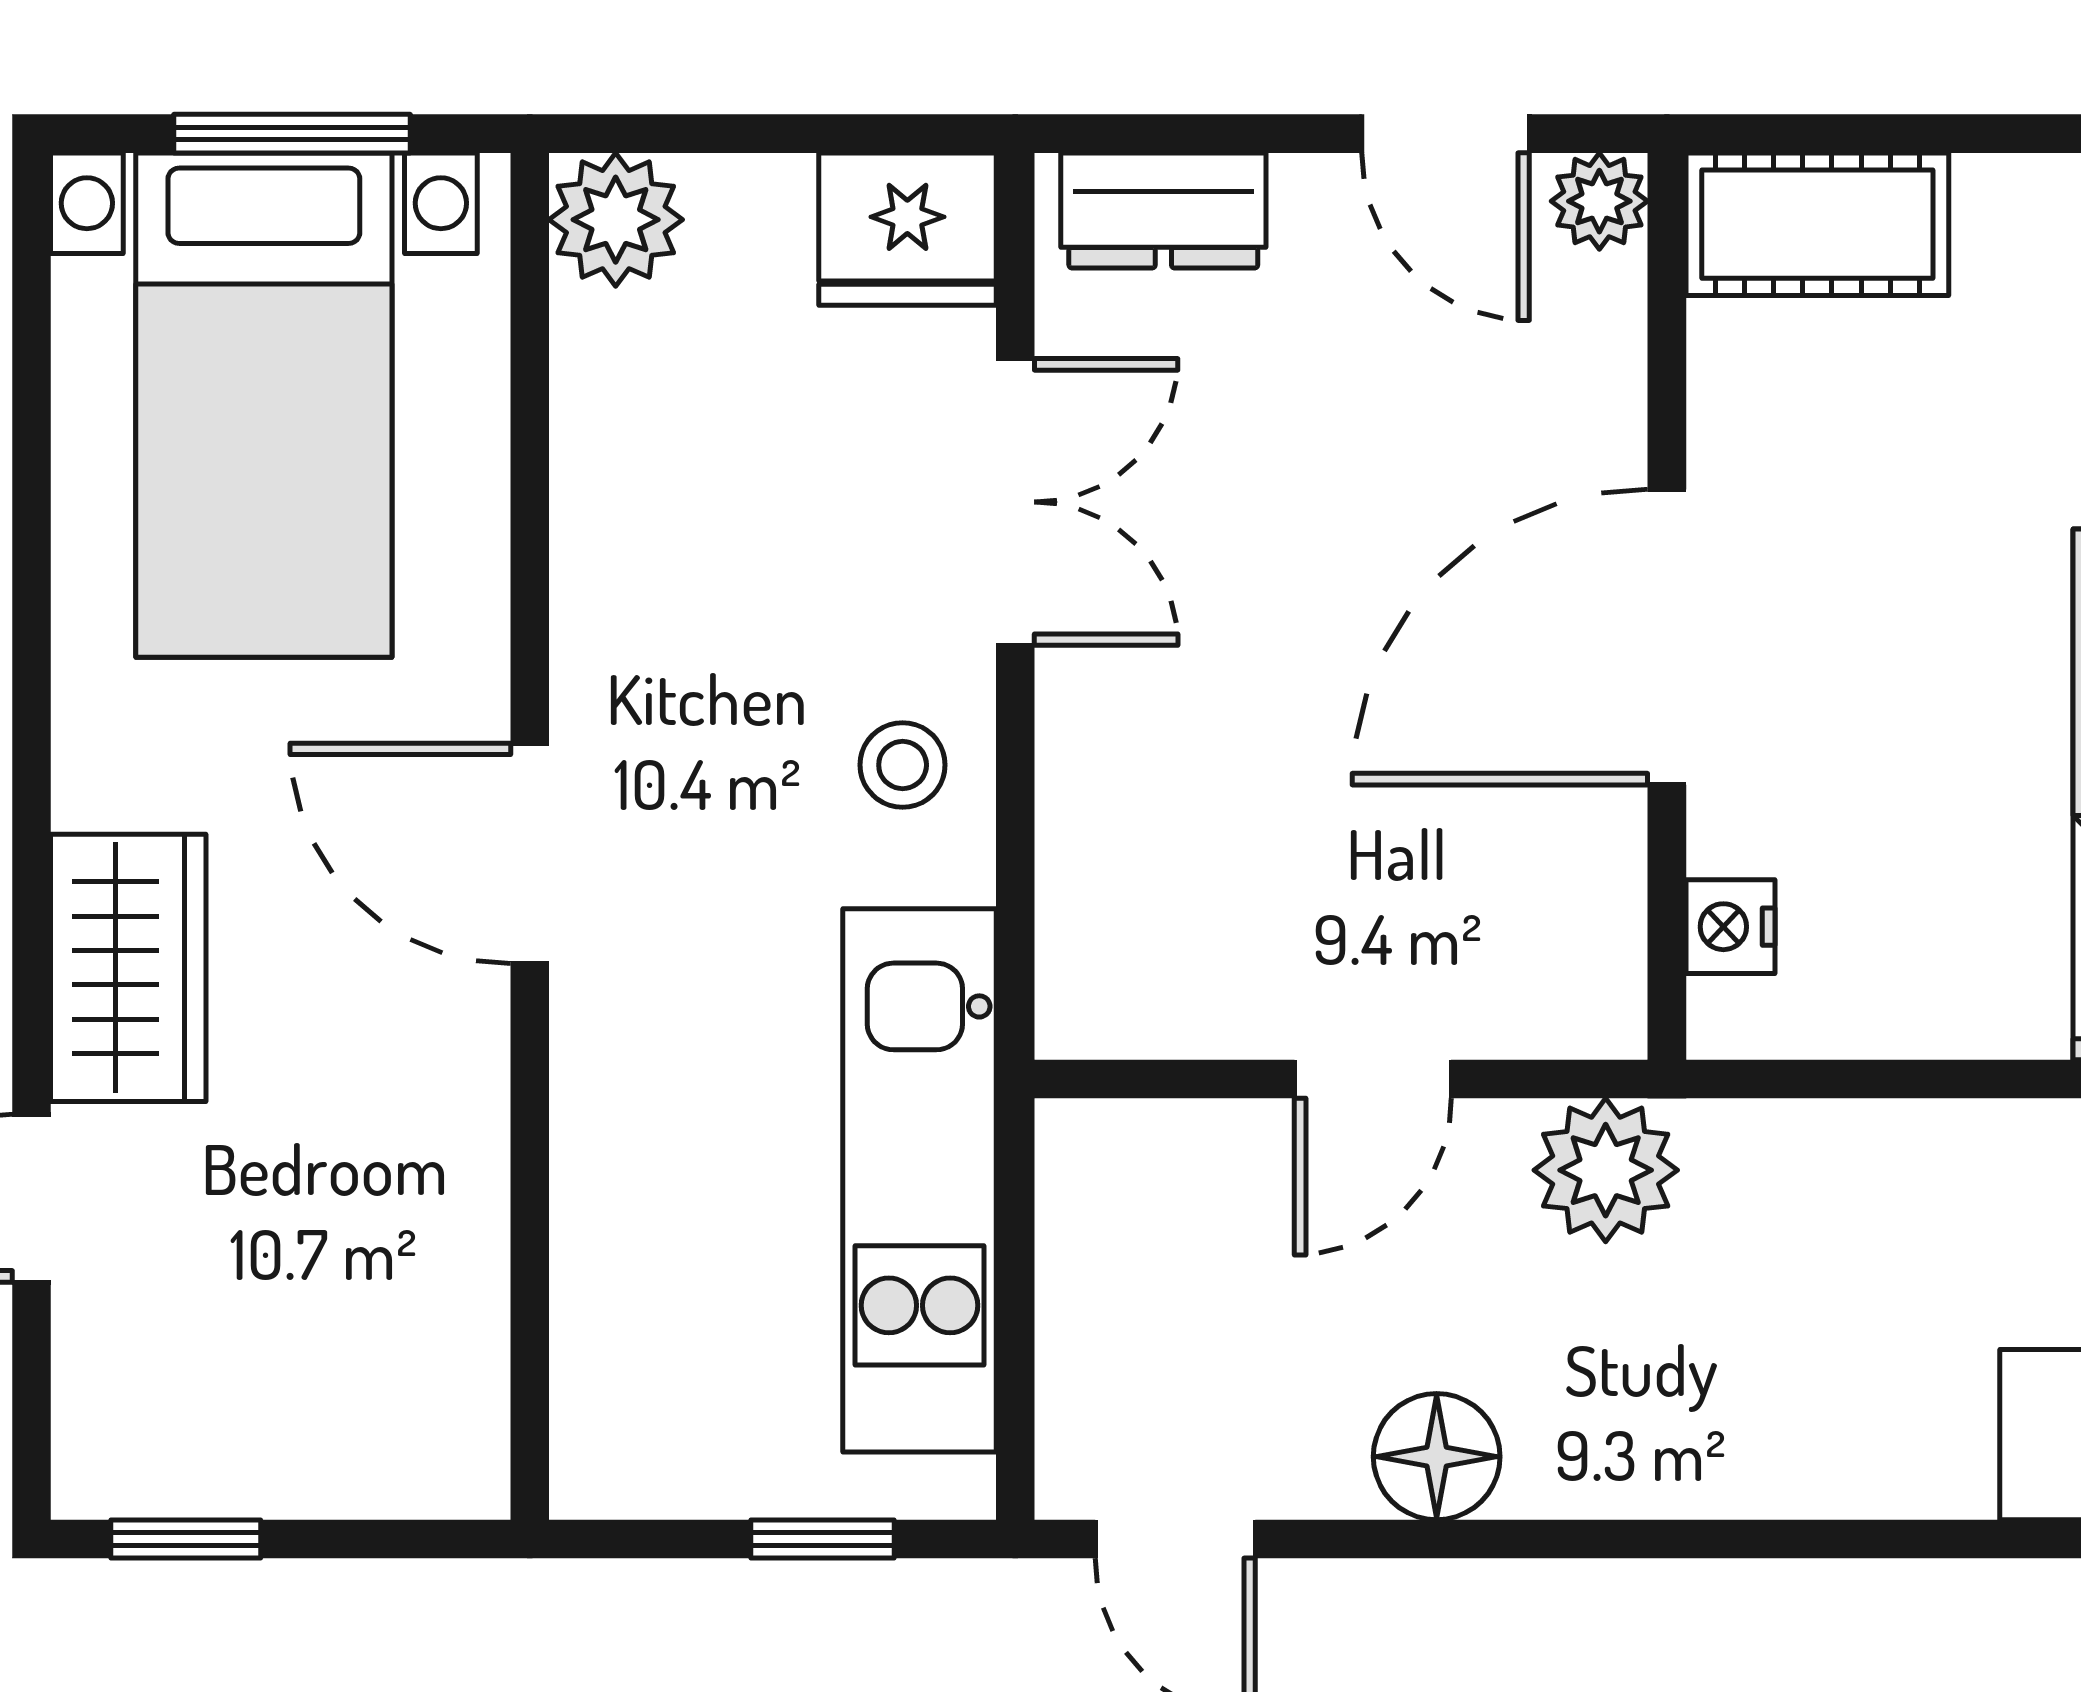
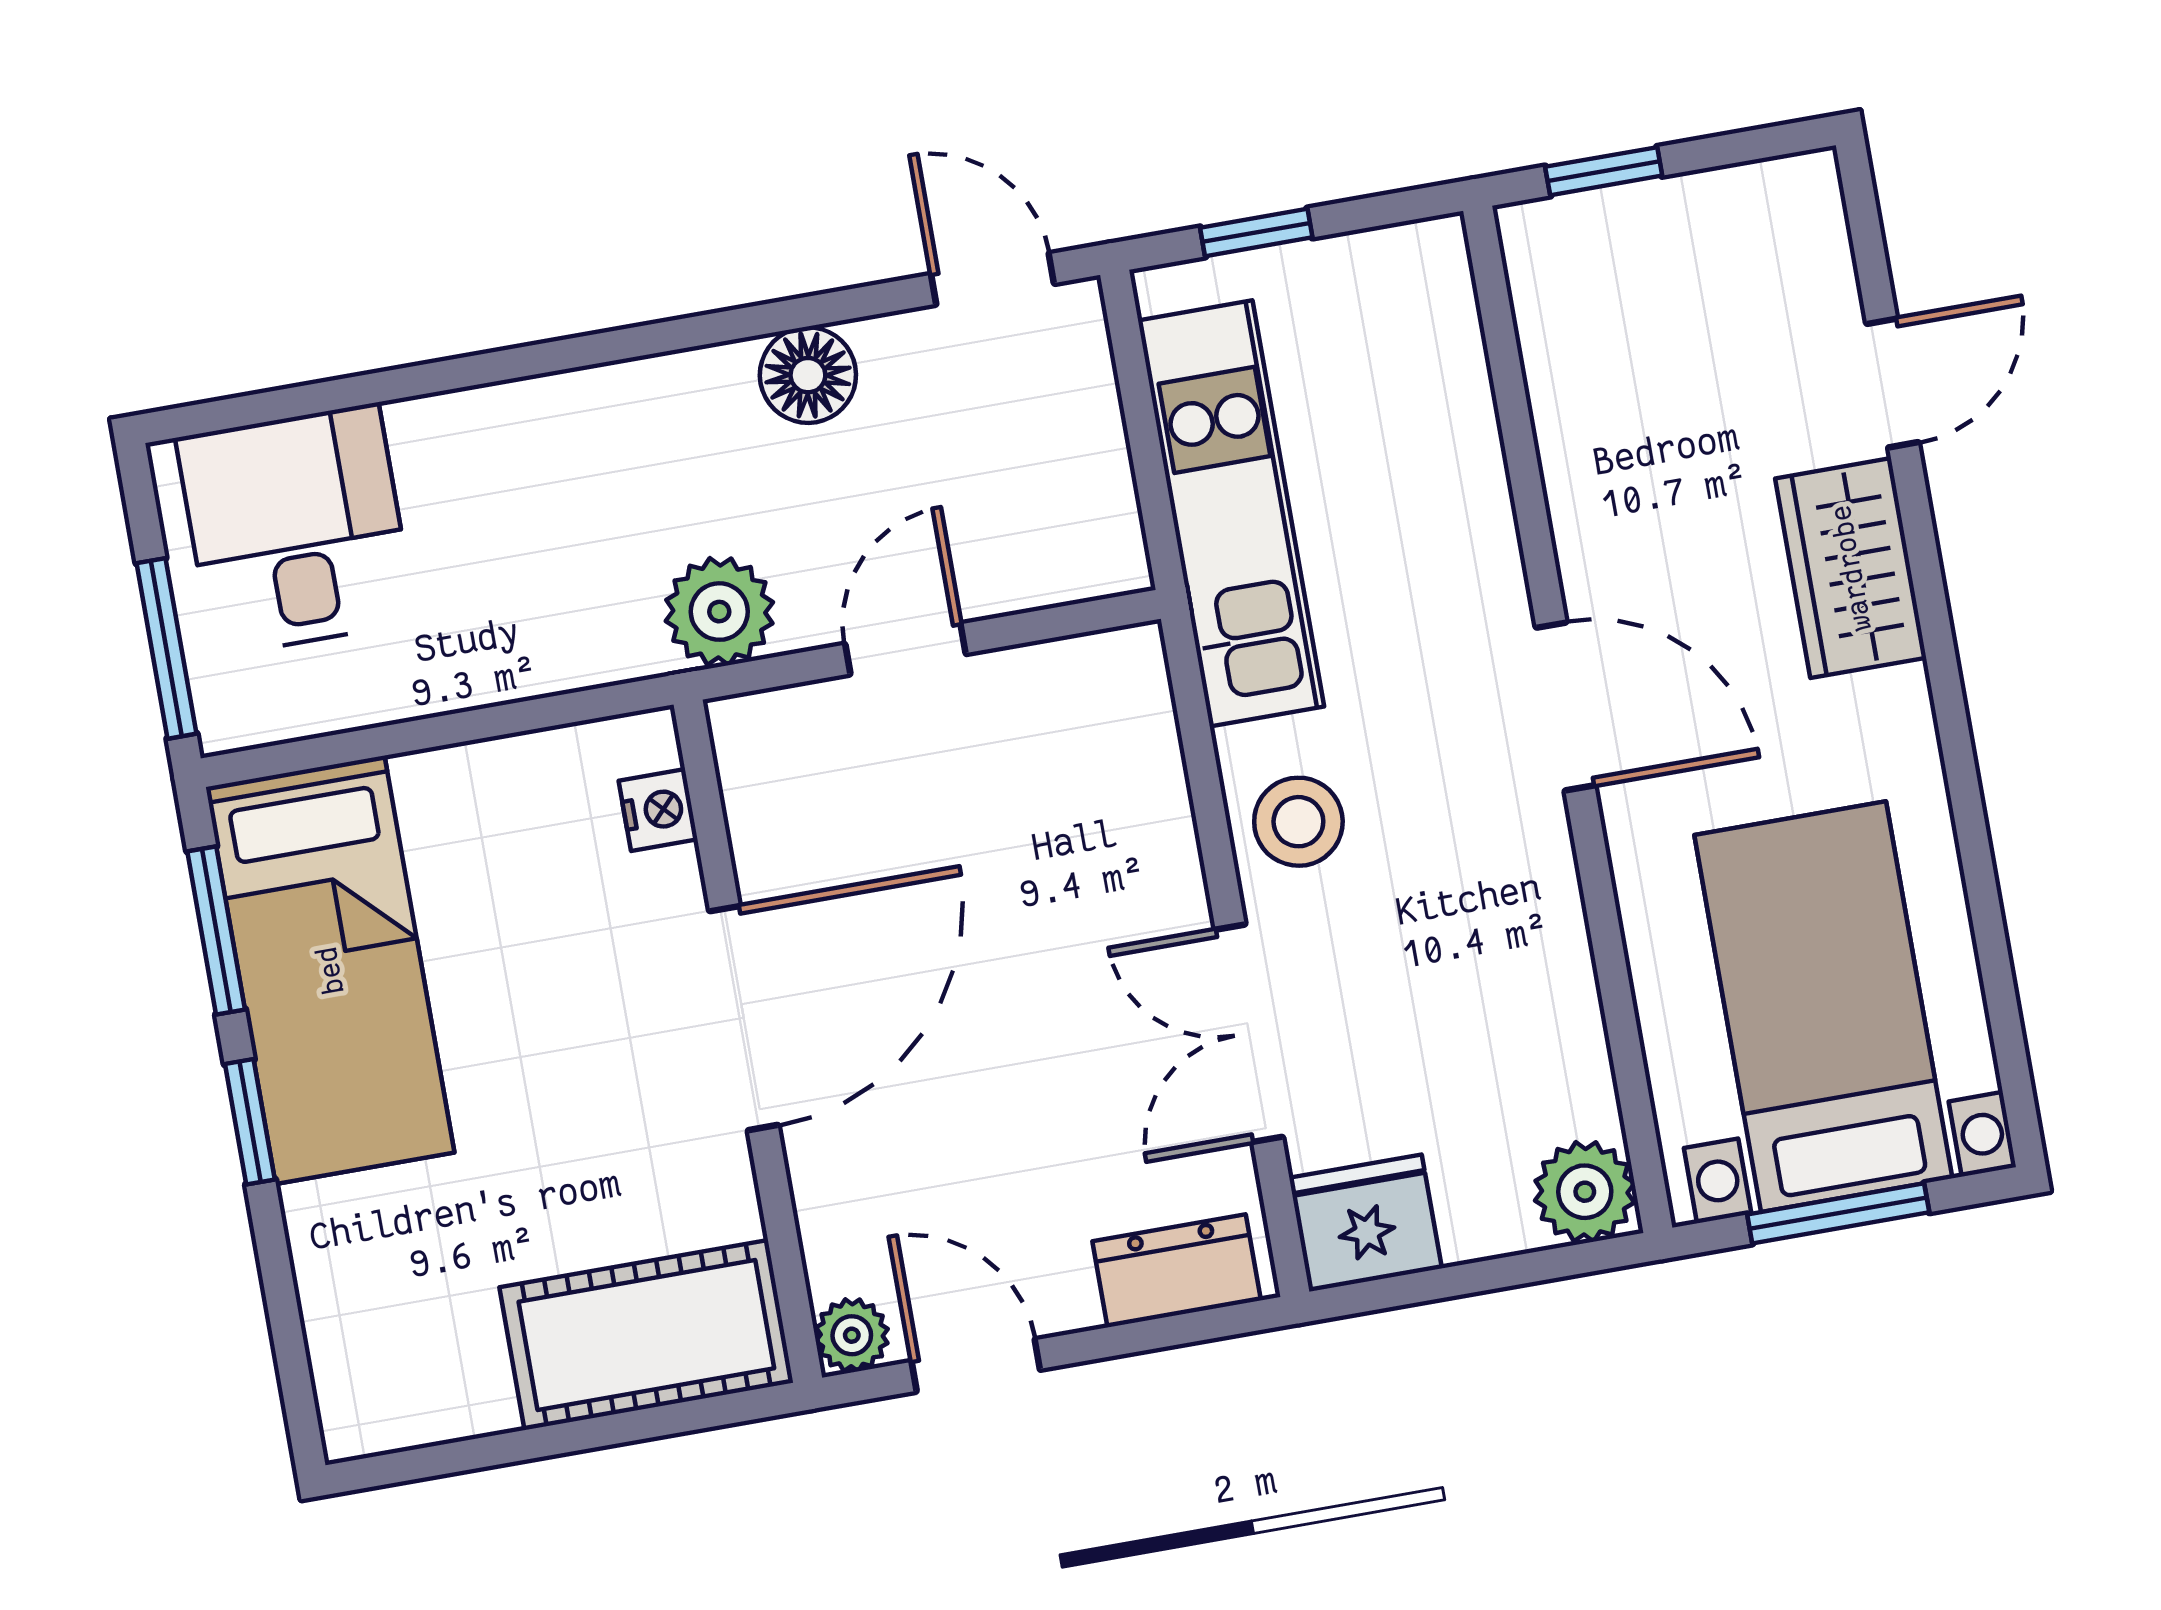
cot: (1817, 224) -> (646, 1335), width x1.37, depth x1.34
stool: (903, 765) -> (1298, 822), width x1.37, depth x1.37
window: (186, 1539) -> (1604, 171), moved

